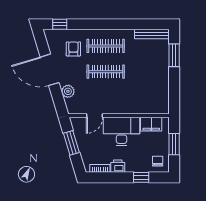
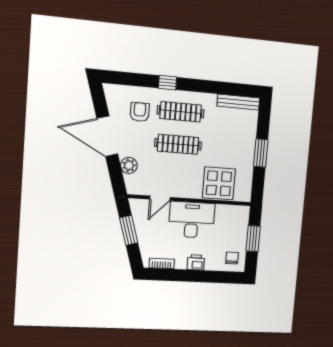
window: (60, 24) -> (168, 83), moved
window: (174, 55) -> (261, 153), moved
display table: (141, 100) -> (219, 183), added
filing cabinet: (151, 124) -> (228, 213), removed
printer: (118, 166) -> (196, 262), moved
window: (141, 177) -> (211, 277), removed

